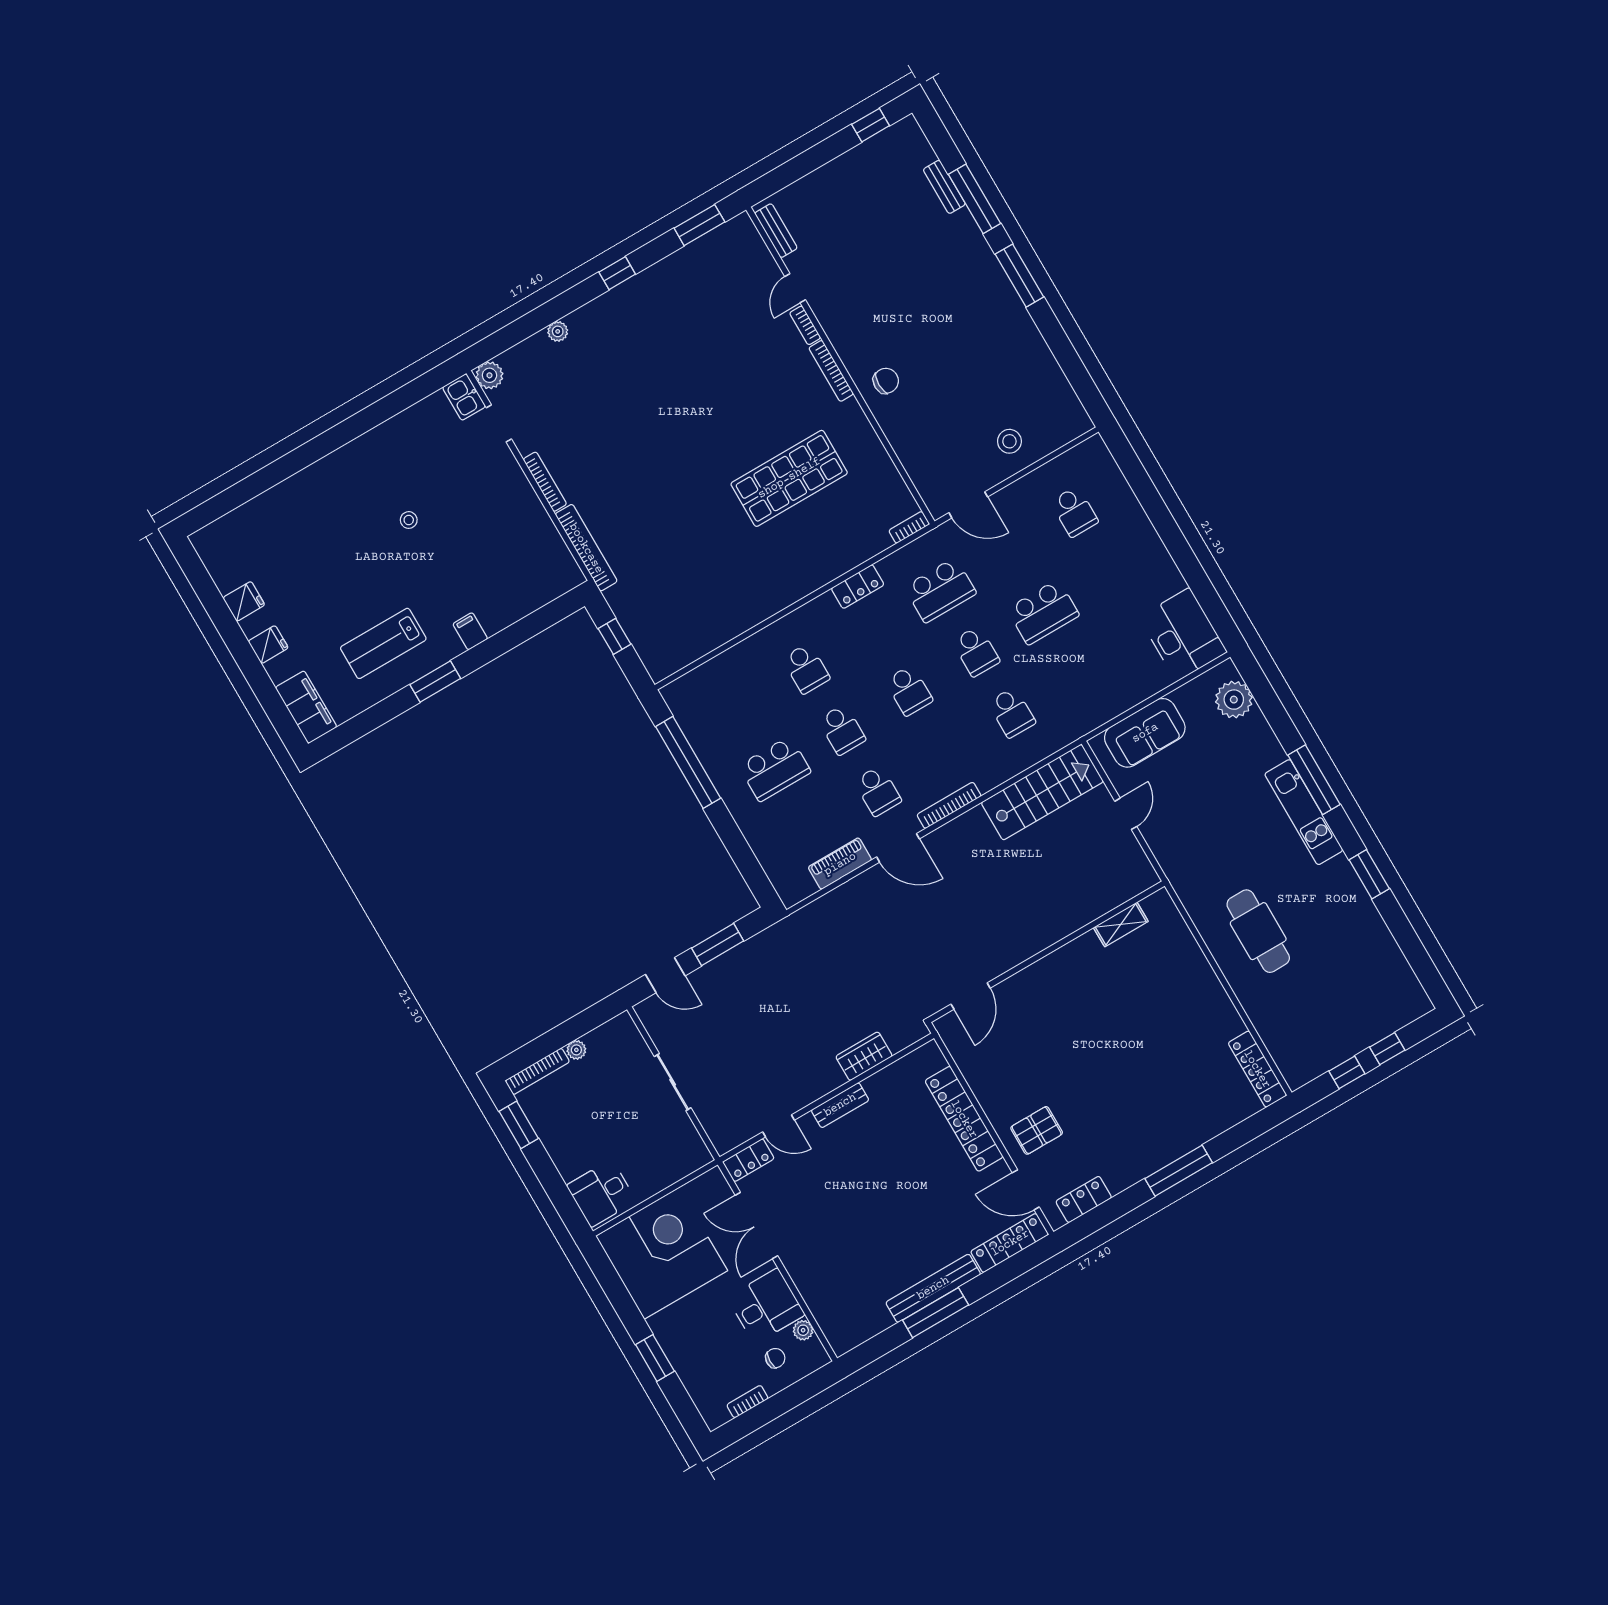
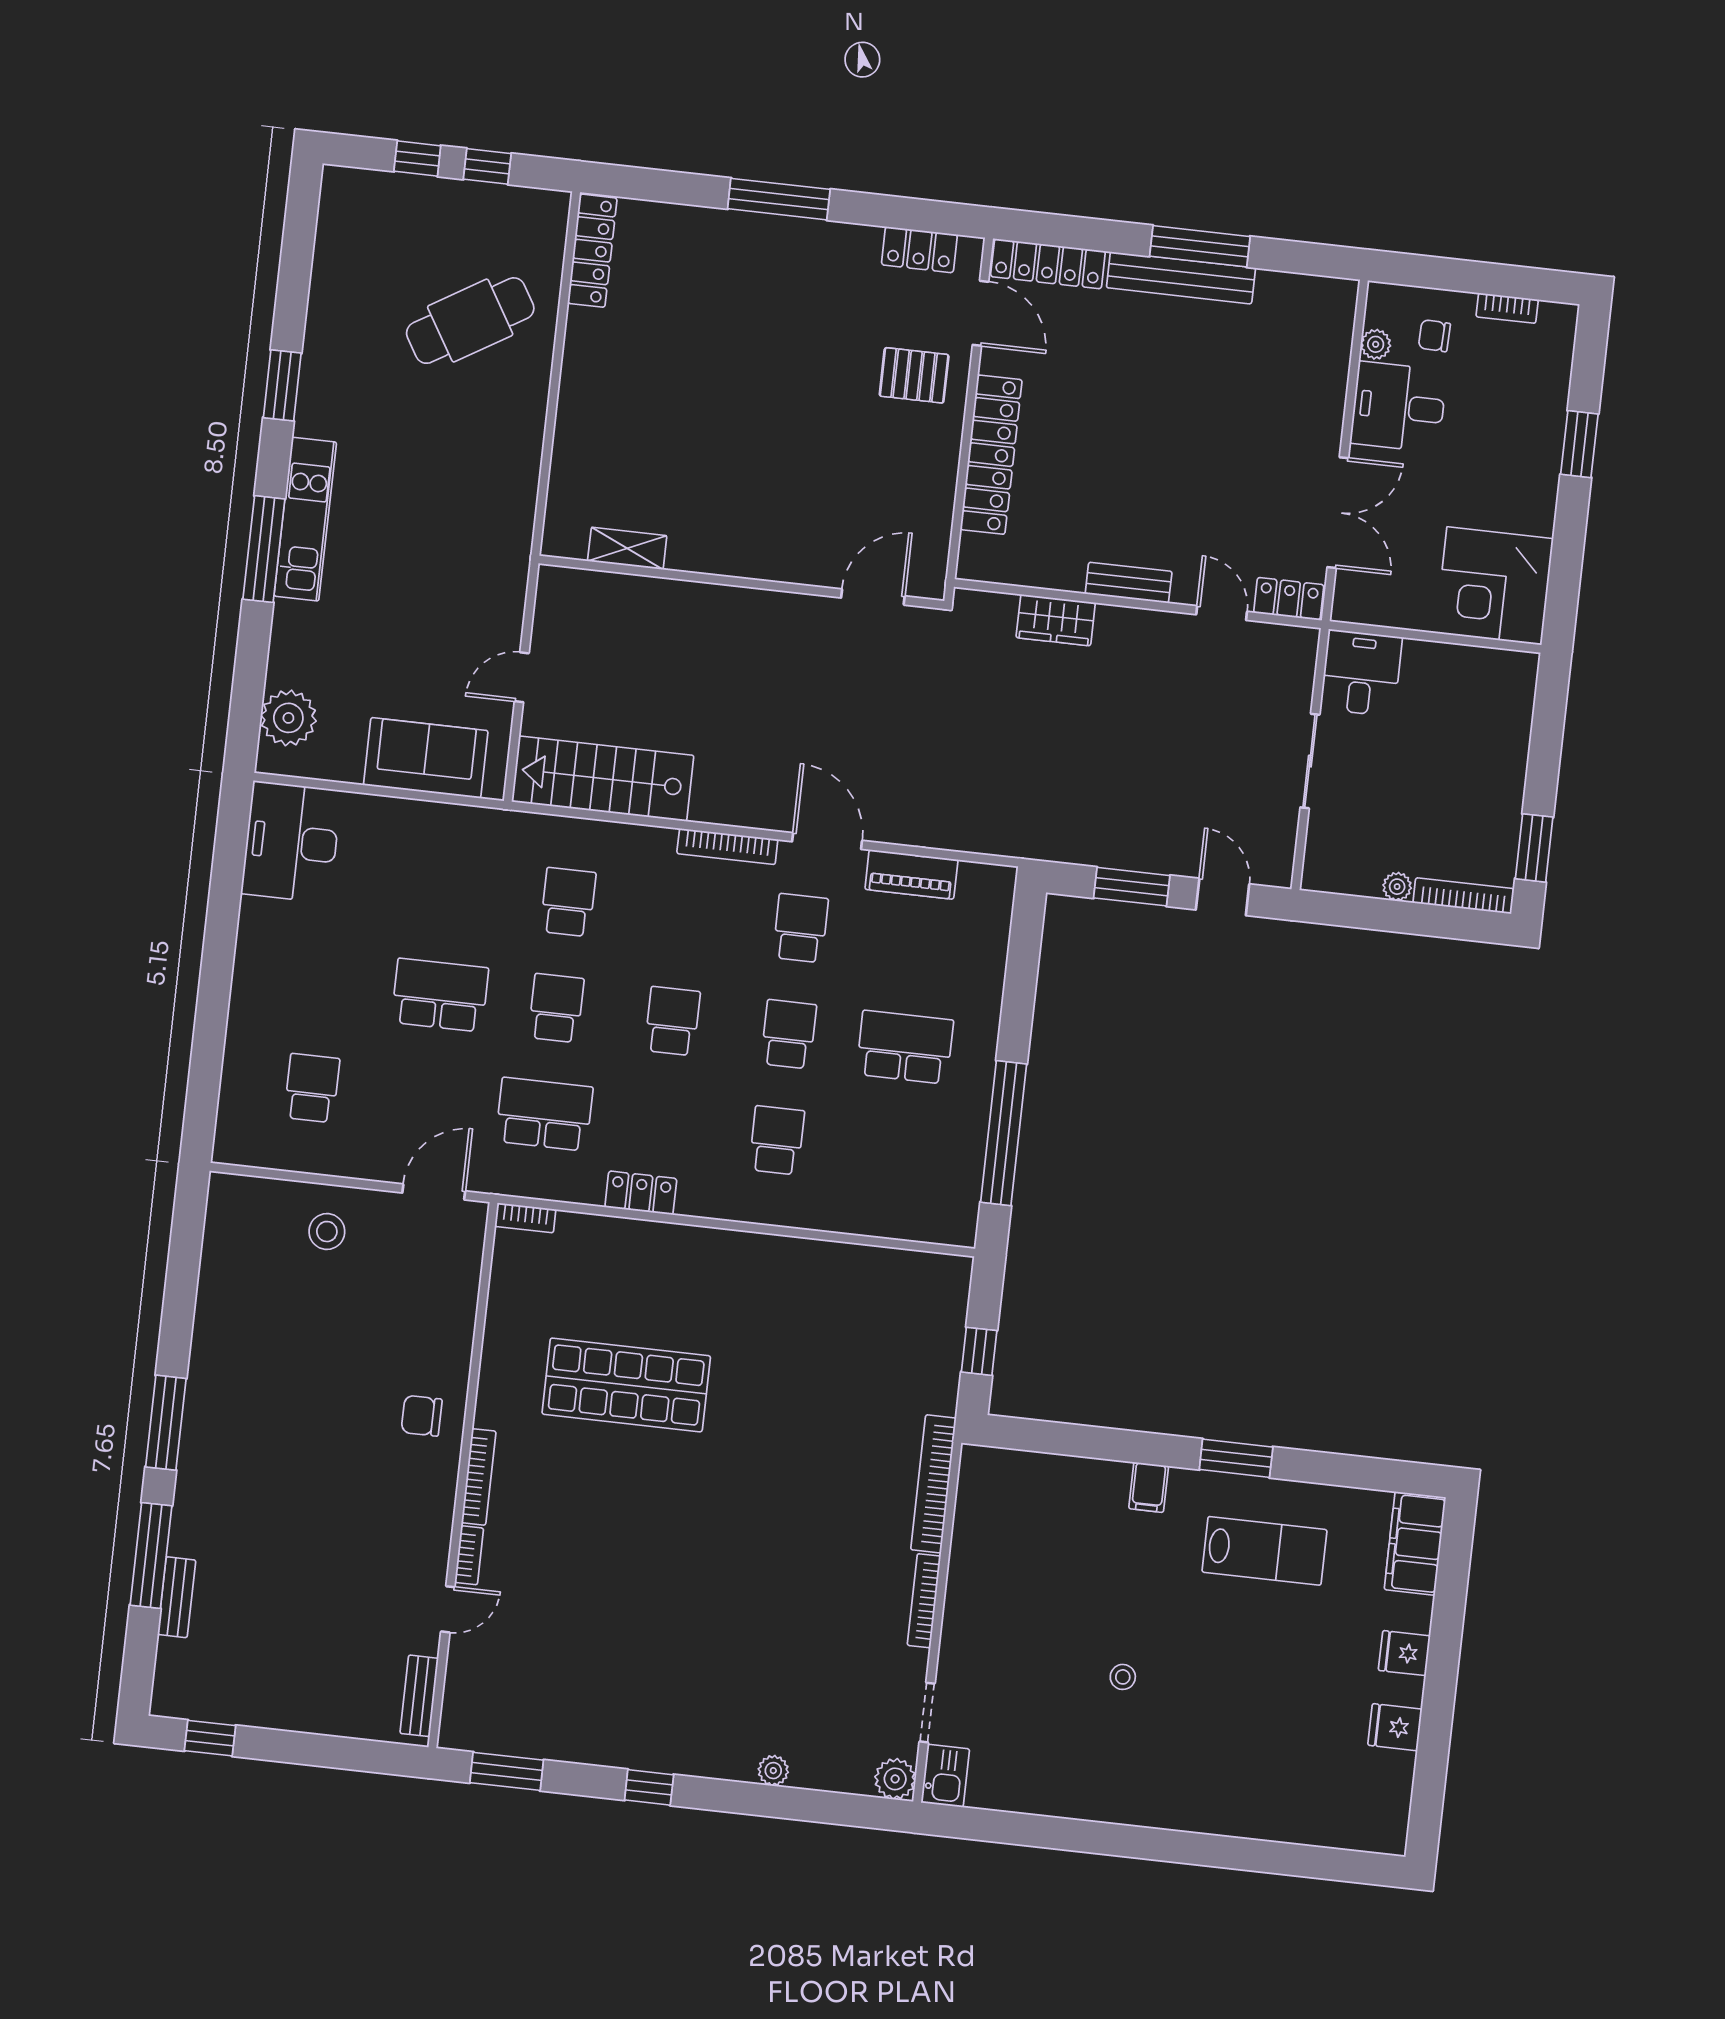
door: (968, 505) -> (434, 1192), hinge flipped
cafe table: (1258, 931) -> (470, 321), moved, turned 59
desk: (601, 1193) -> (1361, 673), moved, turned -90
corner desk: (662, 1253) -> (1494, 586), width x0.74, depth x0.74

